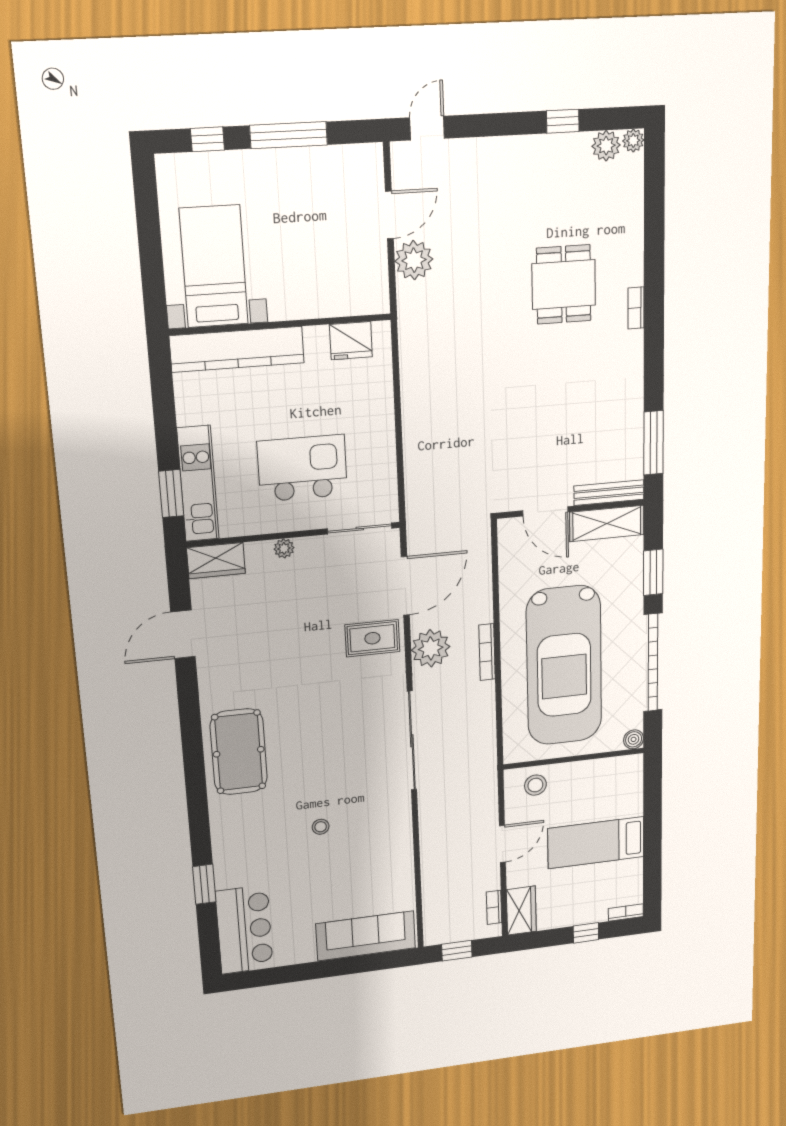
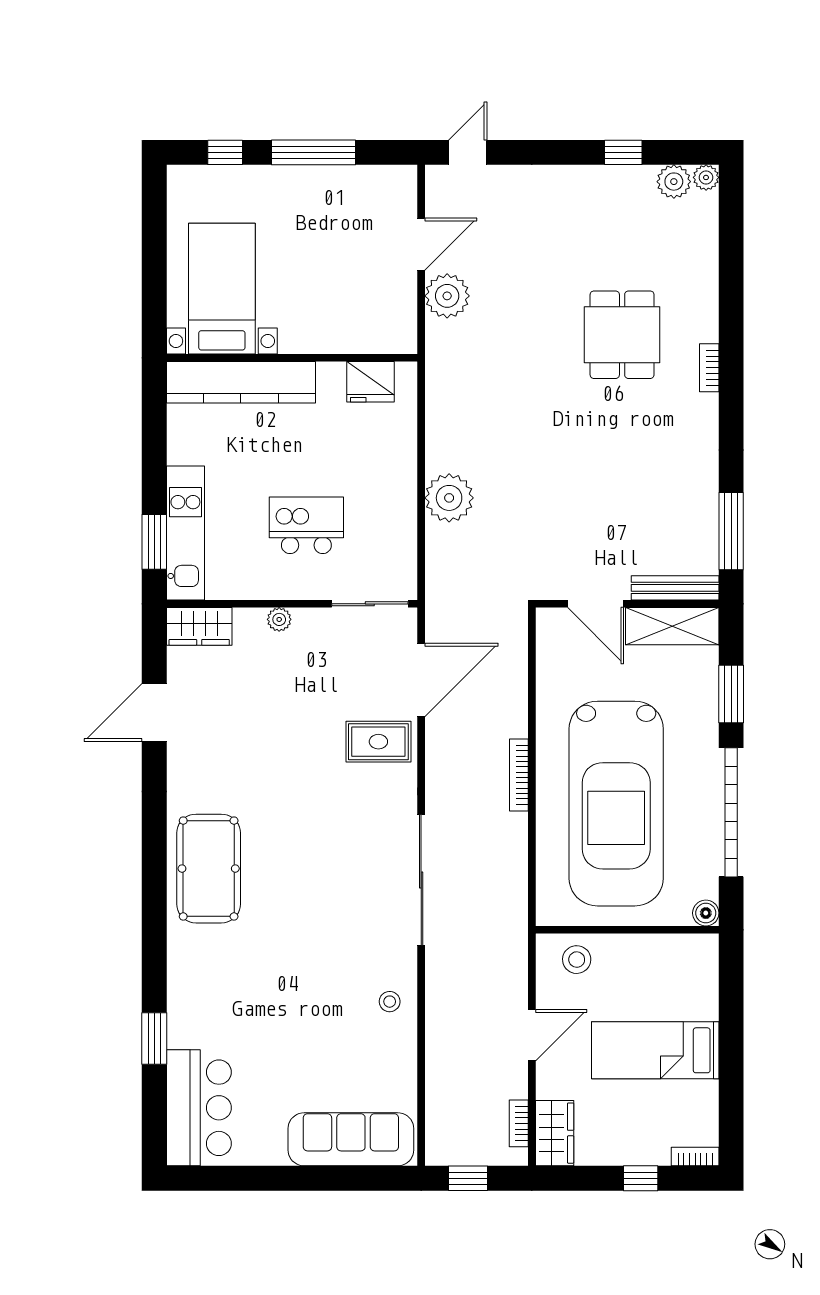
kitchen island: (302, 468) -> (306, 525), width x0.73, depth x0.78
plant: (431, 648) -> (449, 498), moved
stool: (321, 827) -> (390, 1002), moved

